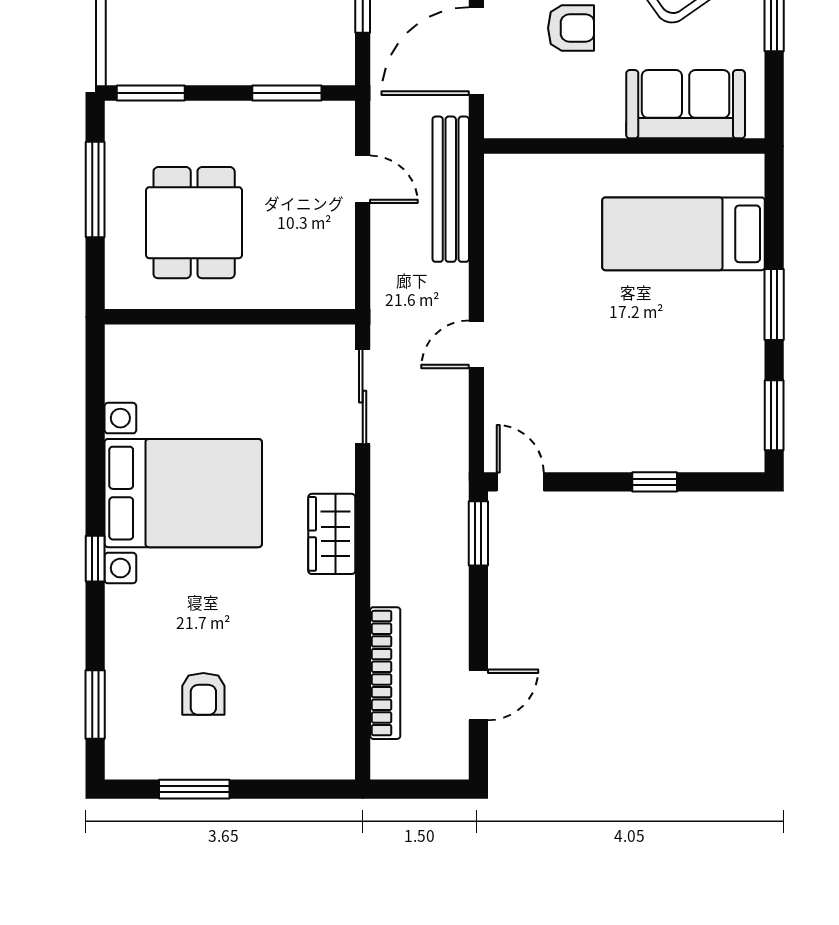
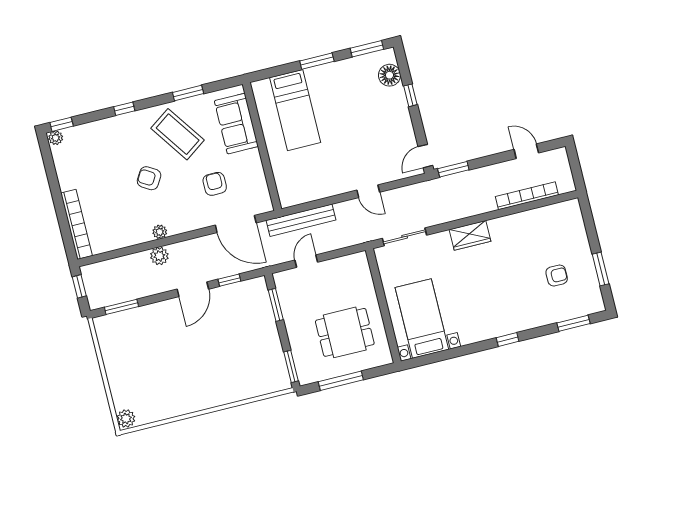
floor lamp: (707, 449) -> (389, 75), added
bed with nightstands: (183, 493) -> (422, 319), moved, width x0.73

